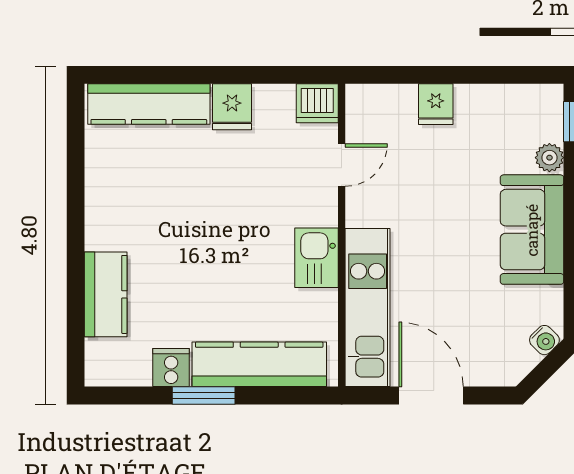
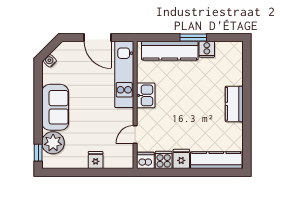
cooker: (274, 104) -> (164, 160), added
plant: (549, 158) -> (53, 143), width x1.88, depth x1.88
kitchen counter: (106, 294) -> (234, 104), moved

